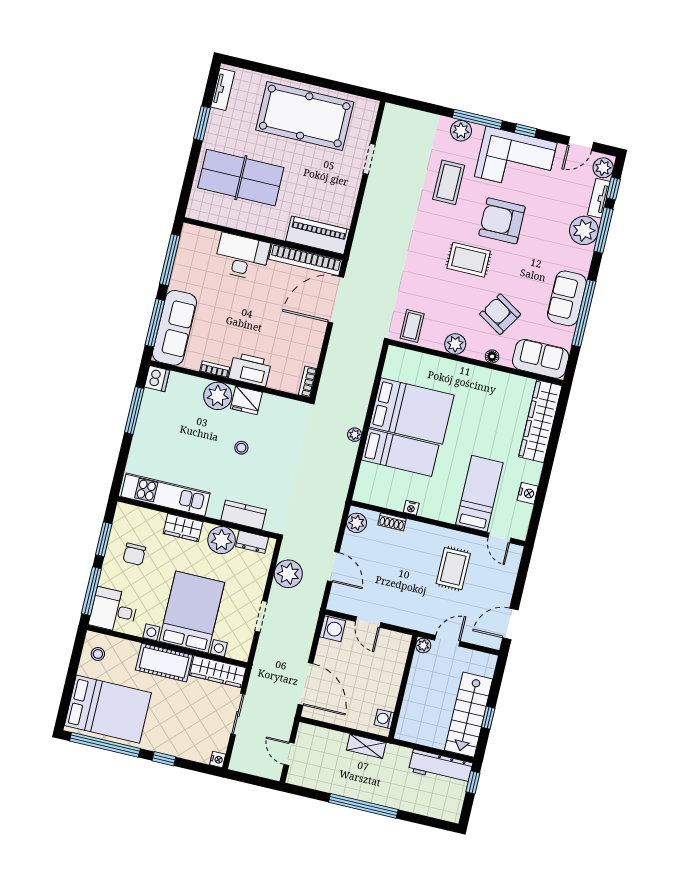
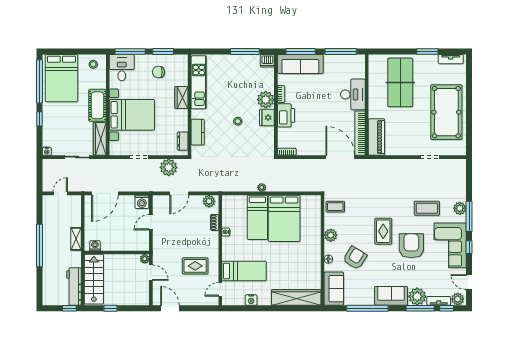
sofa: (567, 298) -> (391, 296), moved
plant: (222, 540) -> (179, 122), removed
stairs: (469, 715) -> (94, 279), moved, turned 90

